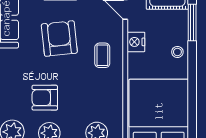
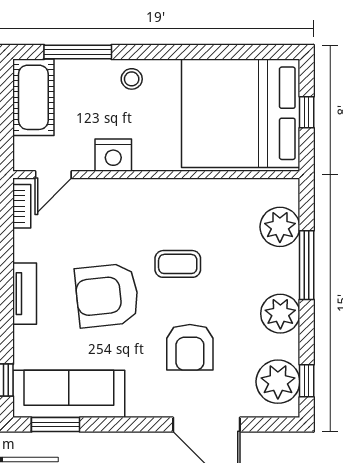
coffee table: (102, 55) -> (178, 264), moved
armchair: (45, 98) -> (190, 347), moved

